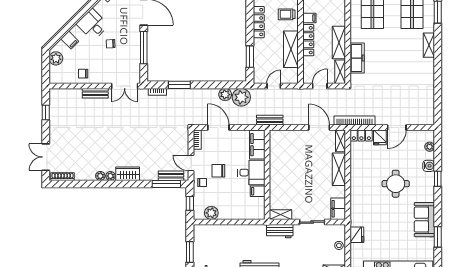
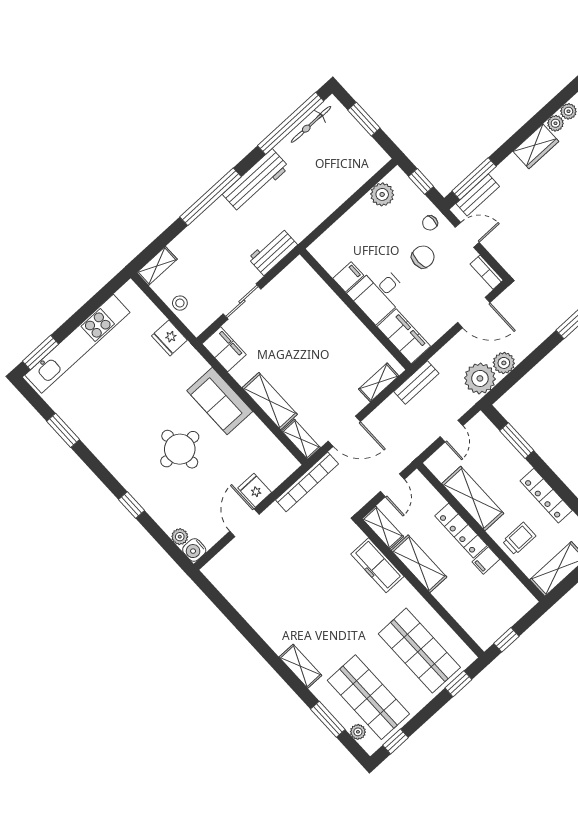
locker: (361, 135) -> (281, 471), removed
water cooler: (429, 166) -> (194, 550), moved
shelving: (281, 215) -> (379, 382), moved
sofa: (424, 220) -> (220, 401), moved, turned 180

